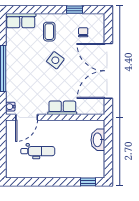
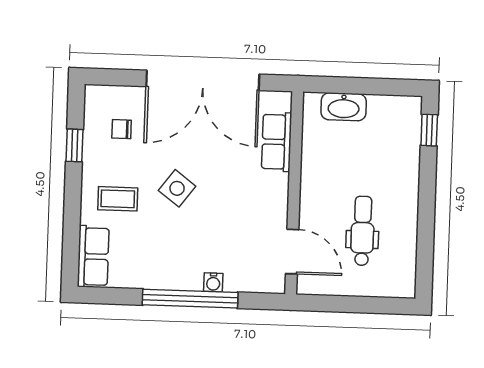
water cooler: (10, 107) -> (213, 282), moved
row of seats: (62, 108) -> (277, 142), moved

